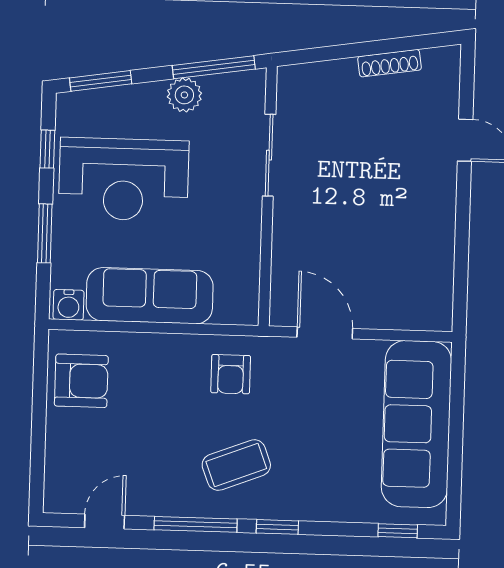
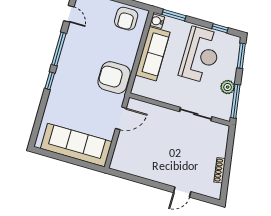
reception desk: (124, 179) -> (201, 55), turned 180
window: (45, 233) -> (174, 15), moved
armchair: (231, 374) -> (114, 78), width x1.88, depth x1.88
coffee table: (236, 465) -> (78, 71), removed
window: (398, 531) -> (36, 127), removed

